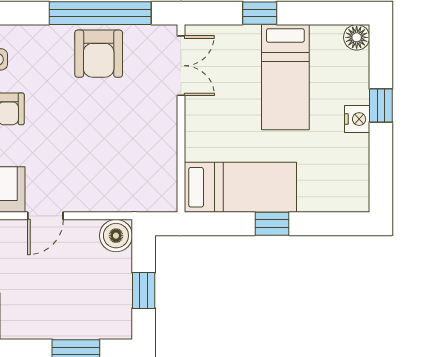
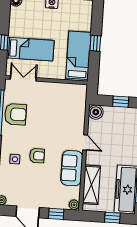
bed: (285, 77) -> (30, 49), moved

